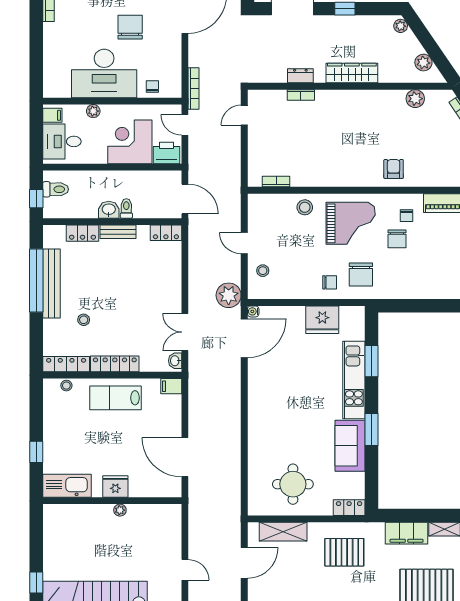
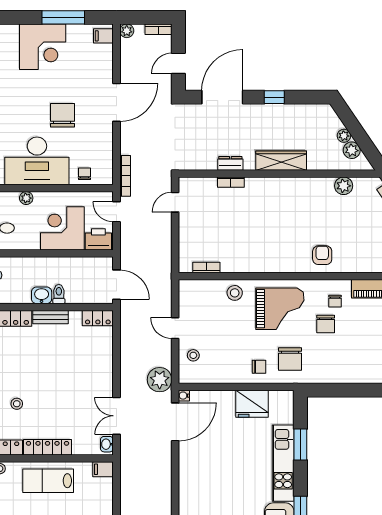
plant: (401, 26) -> (344, 136), moved

